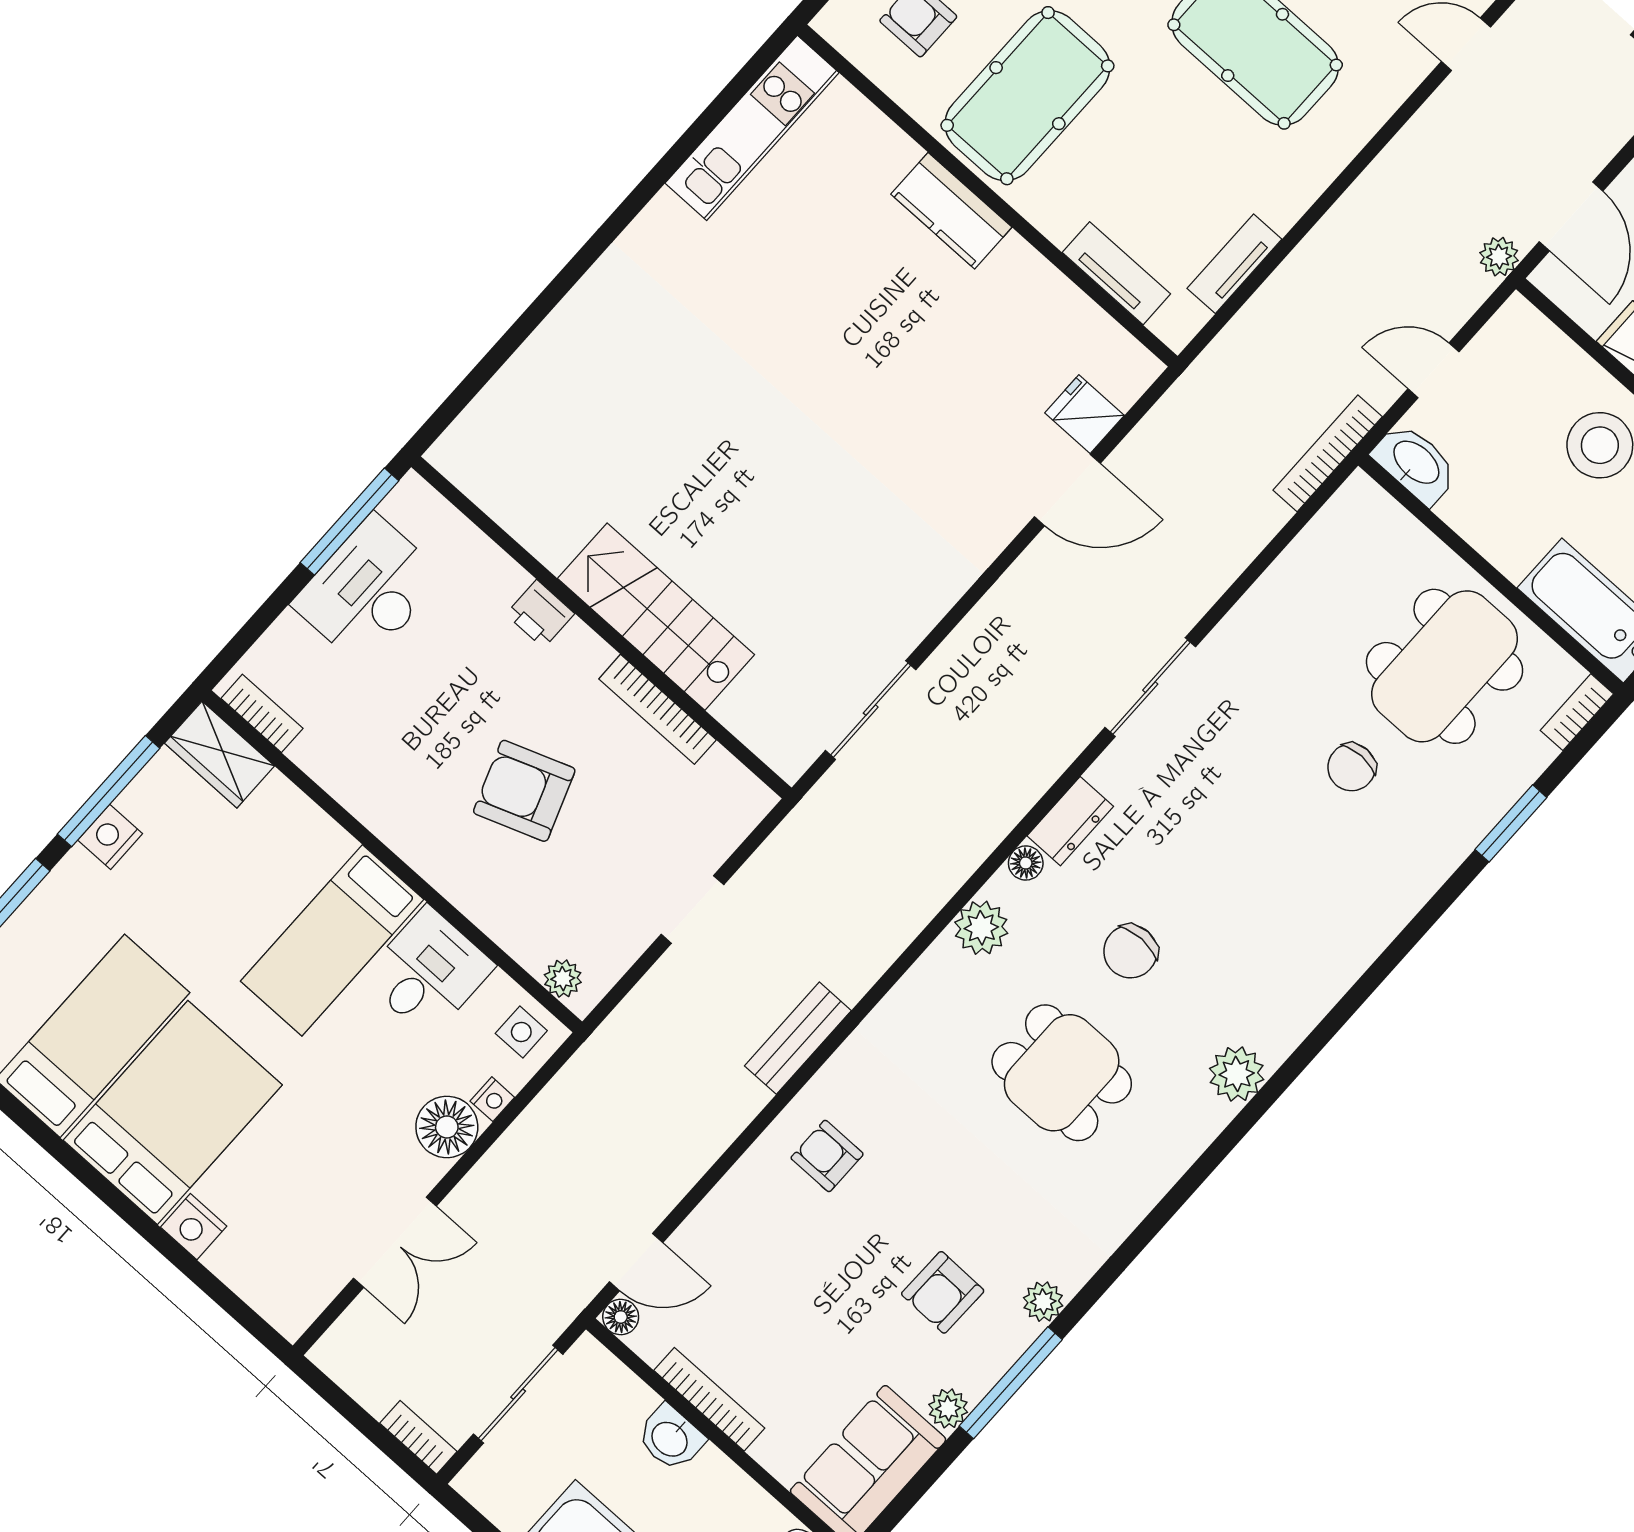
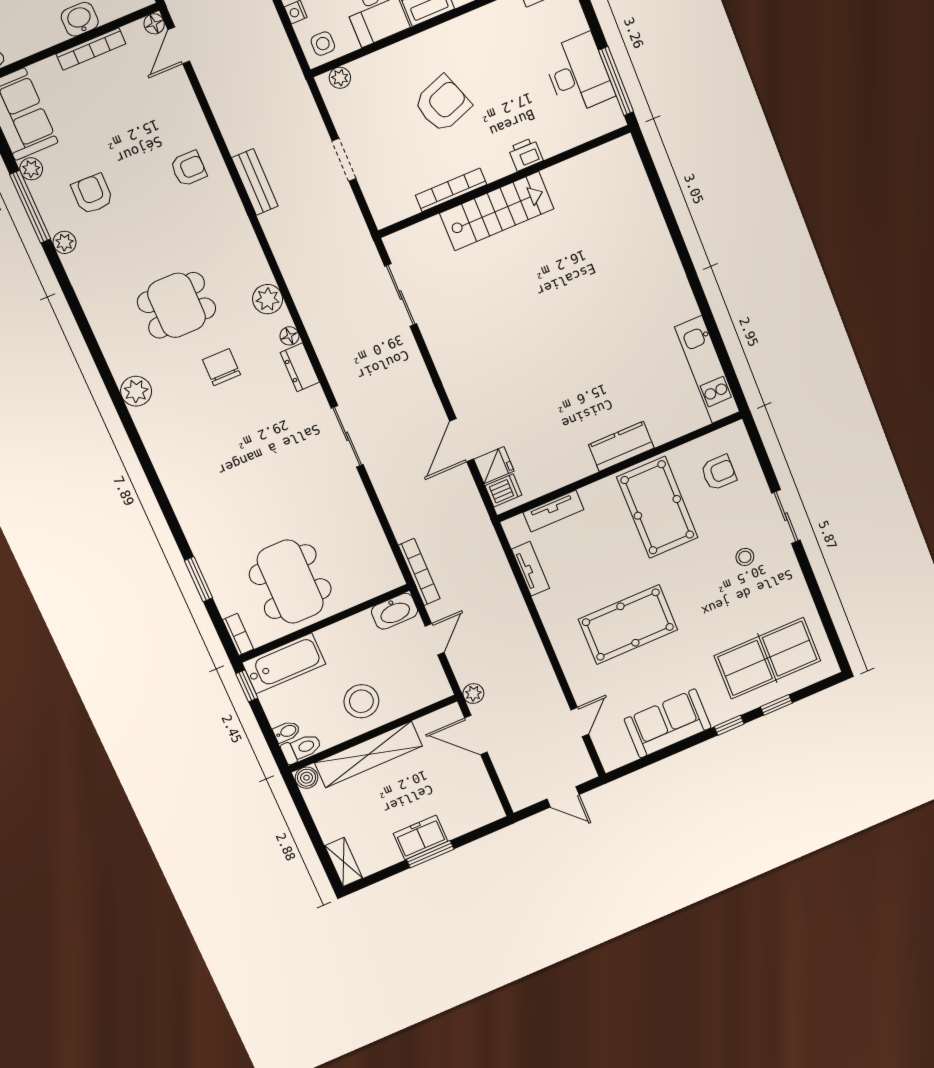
dishwasher: (1120, 377) -> (503, 490), added
chair: (1352, 767) -> (262, 515), removed

